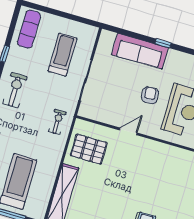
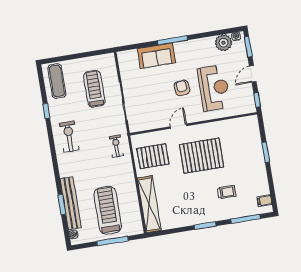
window: (163, 43) -> (172, 40), width x2.17
sofa: (140, 51) -> (156, 56), width x0.73
pallet: (137, 172) -> (202, 156), added

